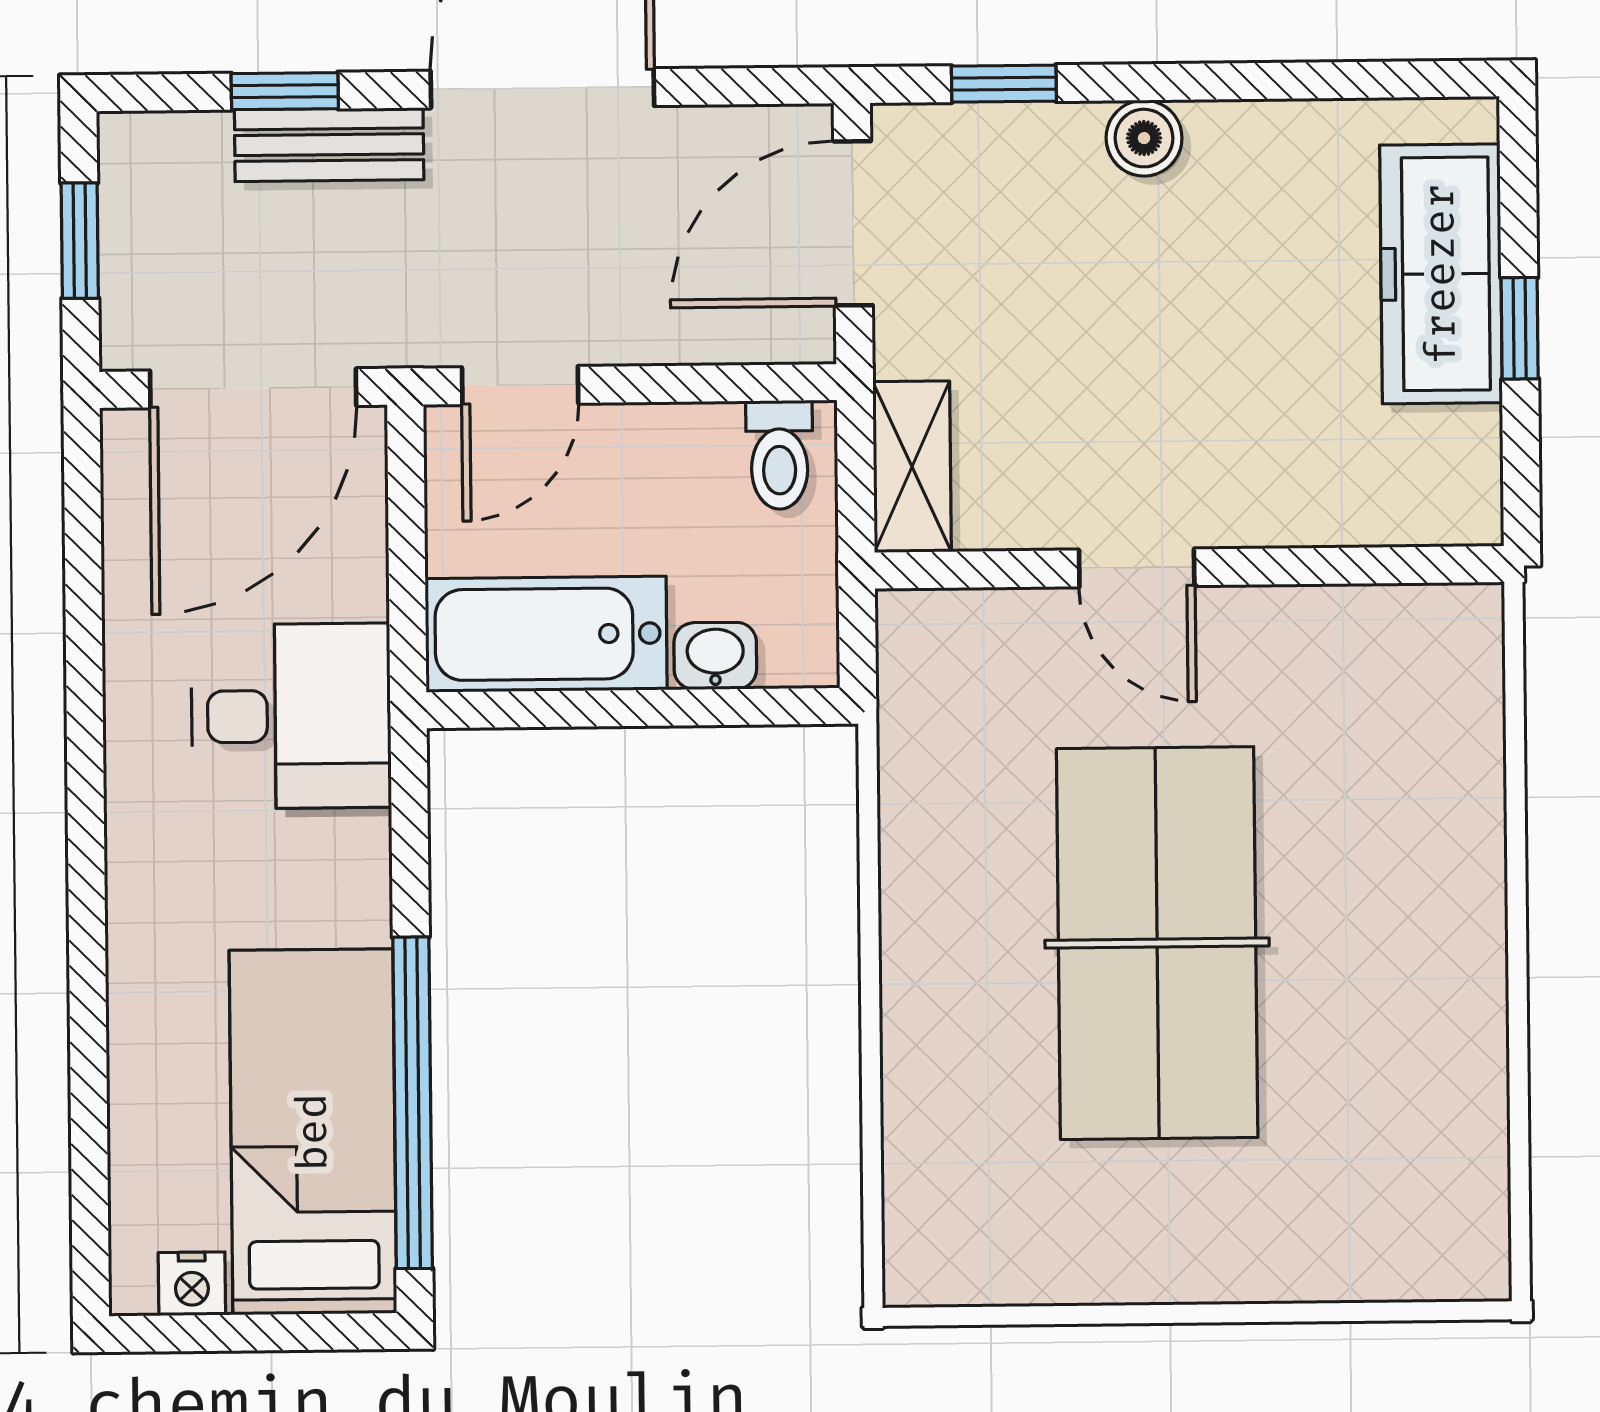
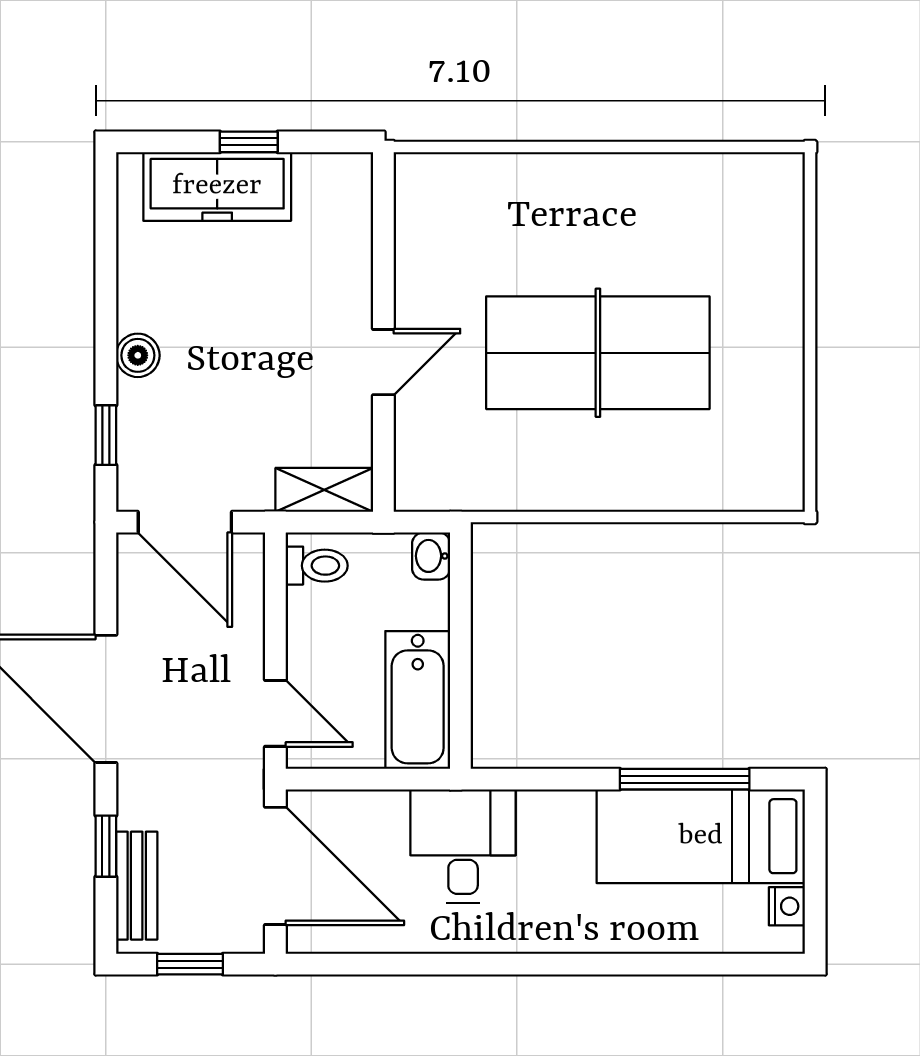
bench: (329, 145) -> (137, 886), moved
washbasin: (715, 656) -> (431, 556), moved
window: (413, 1103) -> (685, 779), width x0.68

